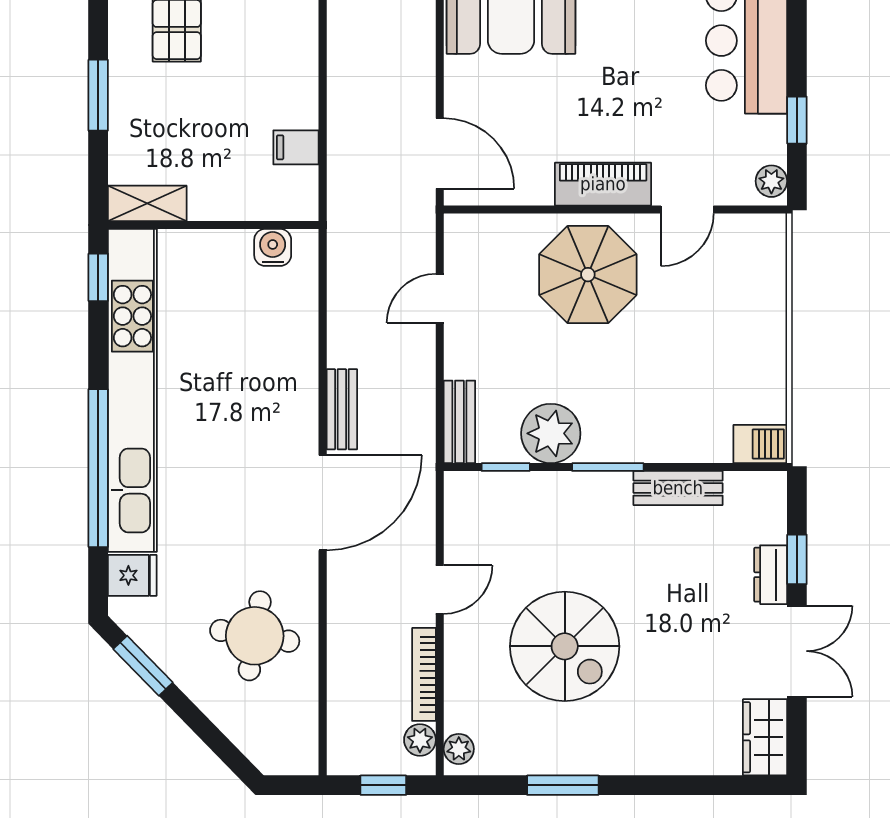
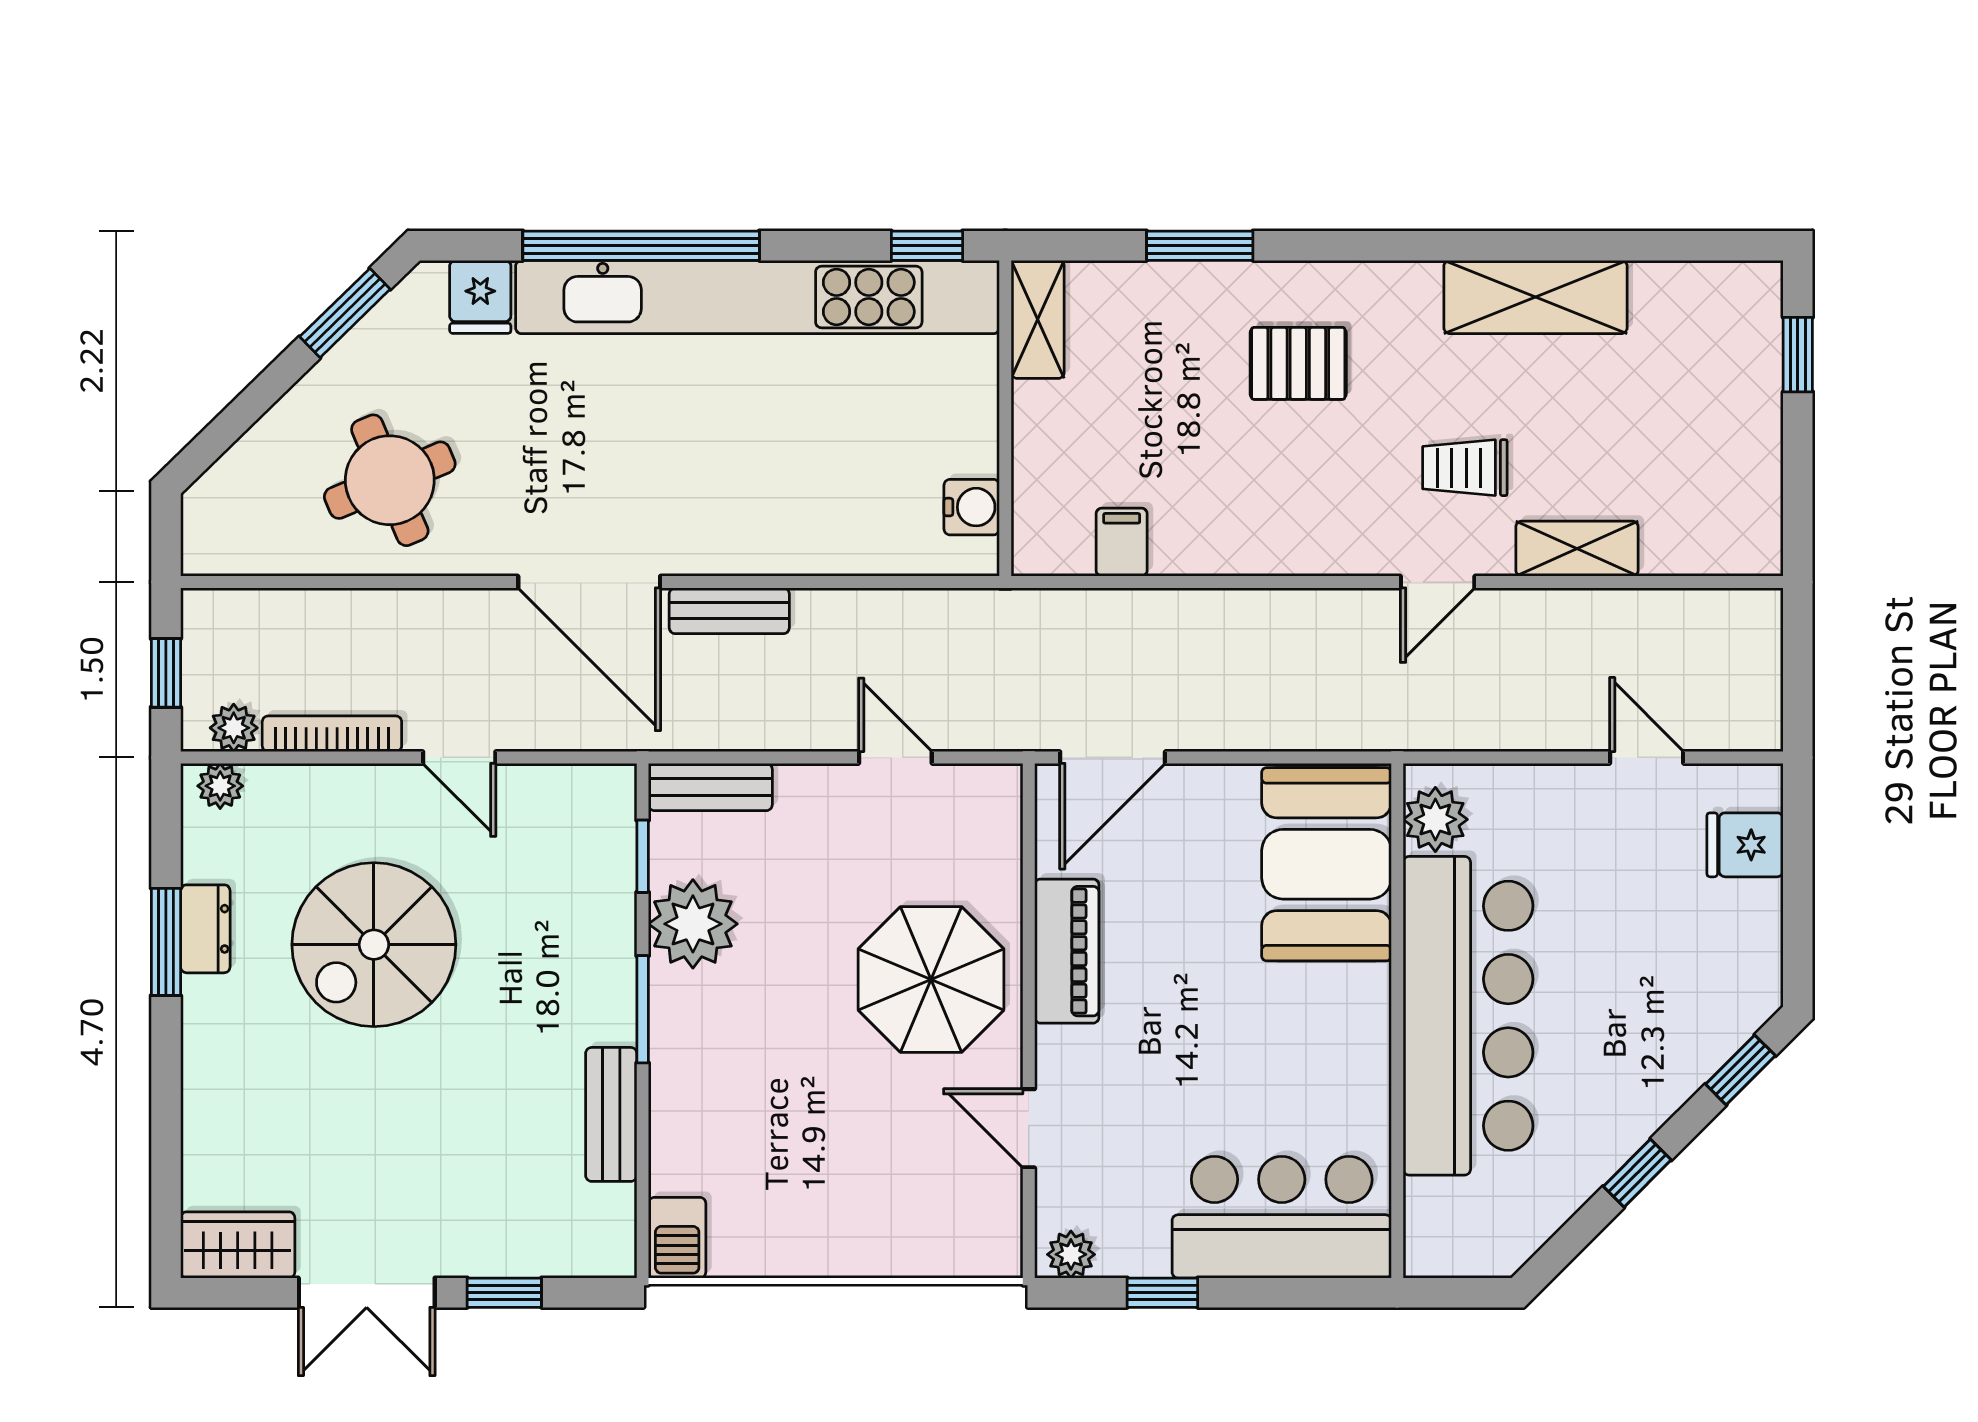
piano: (603, 184) -> (1067, 951), moved
dresser: (771, 575) -> (205, 929), moved, turned 90
round table: (255, 636) -> (390, 480), turned -32

